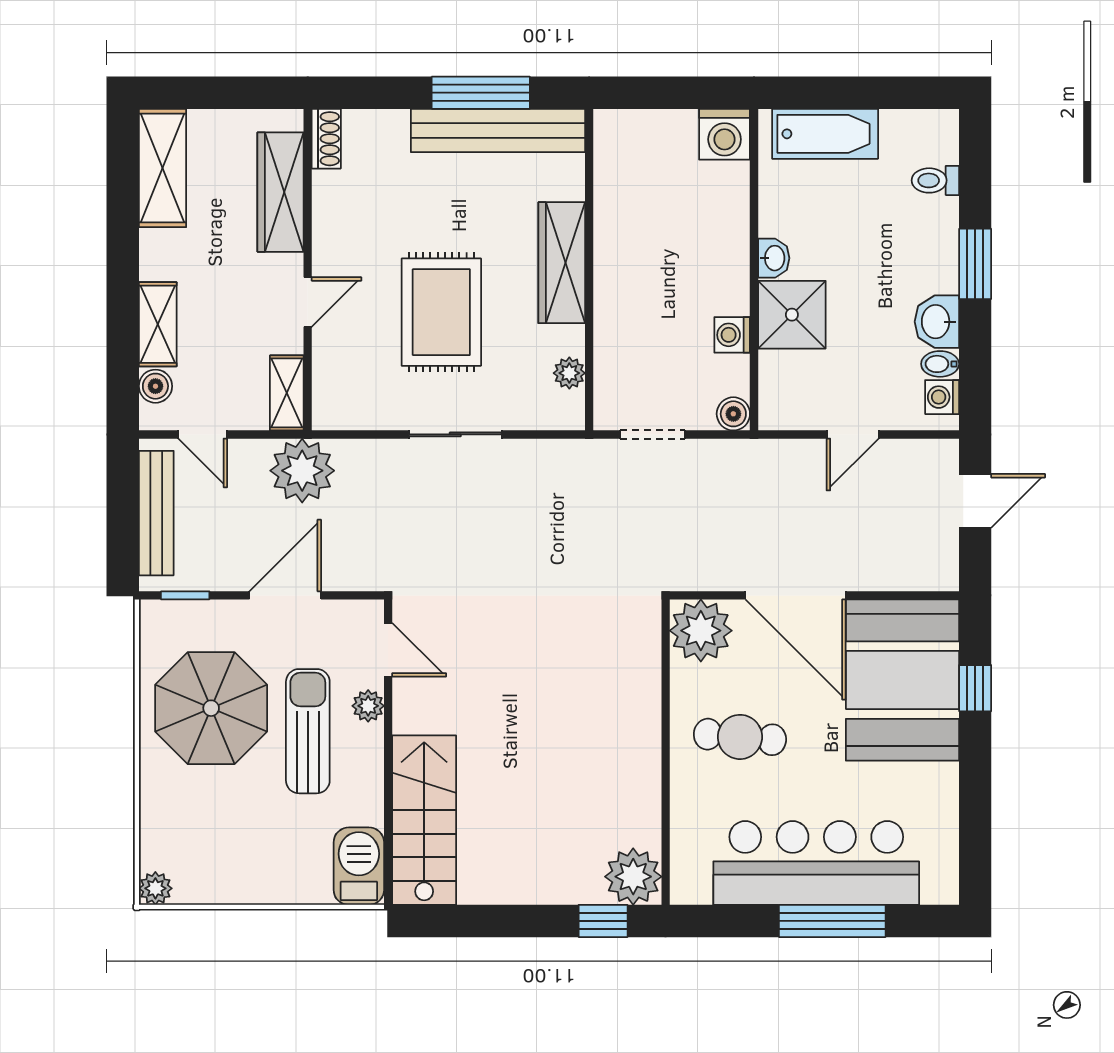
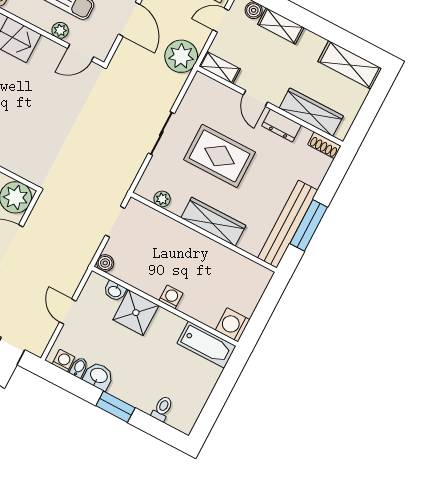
bathtub: (825, 134) -> (206, 345), moved, turned -90
dresser: (331, 232) -> (282, 125), added
washbasin: (774, 258) -> (115, 291), moved
washing machine: (732, 335) -> (171, 297), moved

